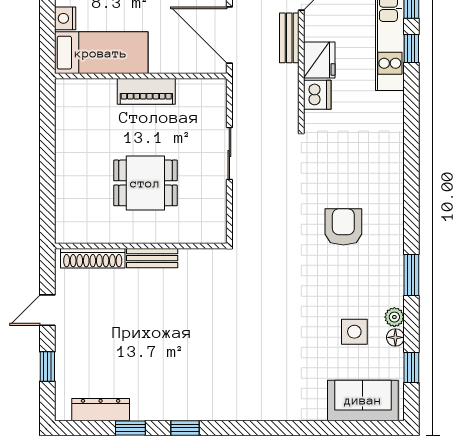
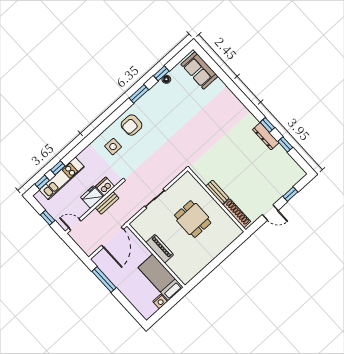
bench: (289, 38) -> (107, 203), moved
armchair: (343, 227) -> (131, 125), moved
plant: (394, 317) -> (159, 86), removed
side table: (354, 332) -> (113, 147), moved
window: (411, 367) -> (161, 73), moved
dresser: (101, 410) -> (266, 136), moved

